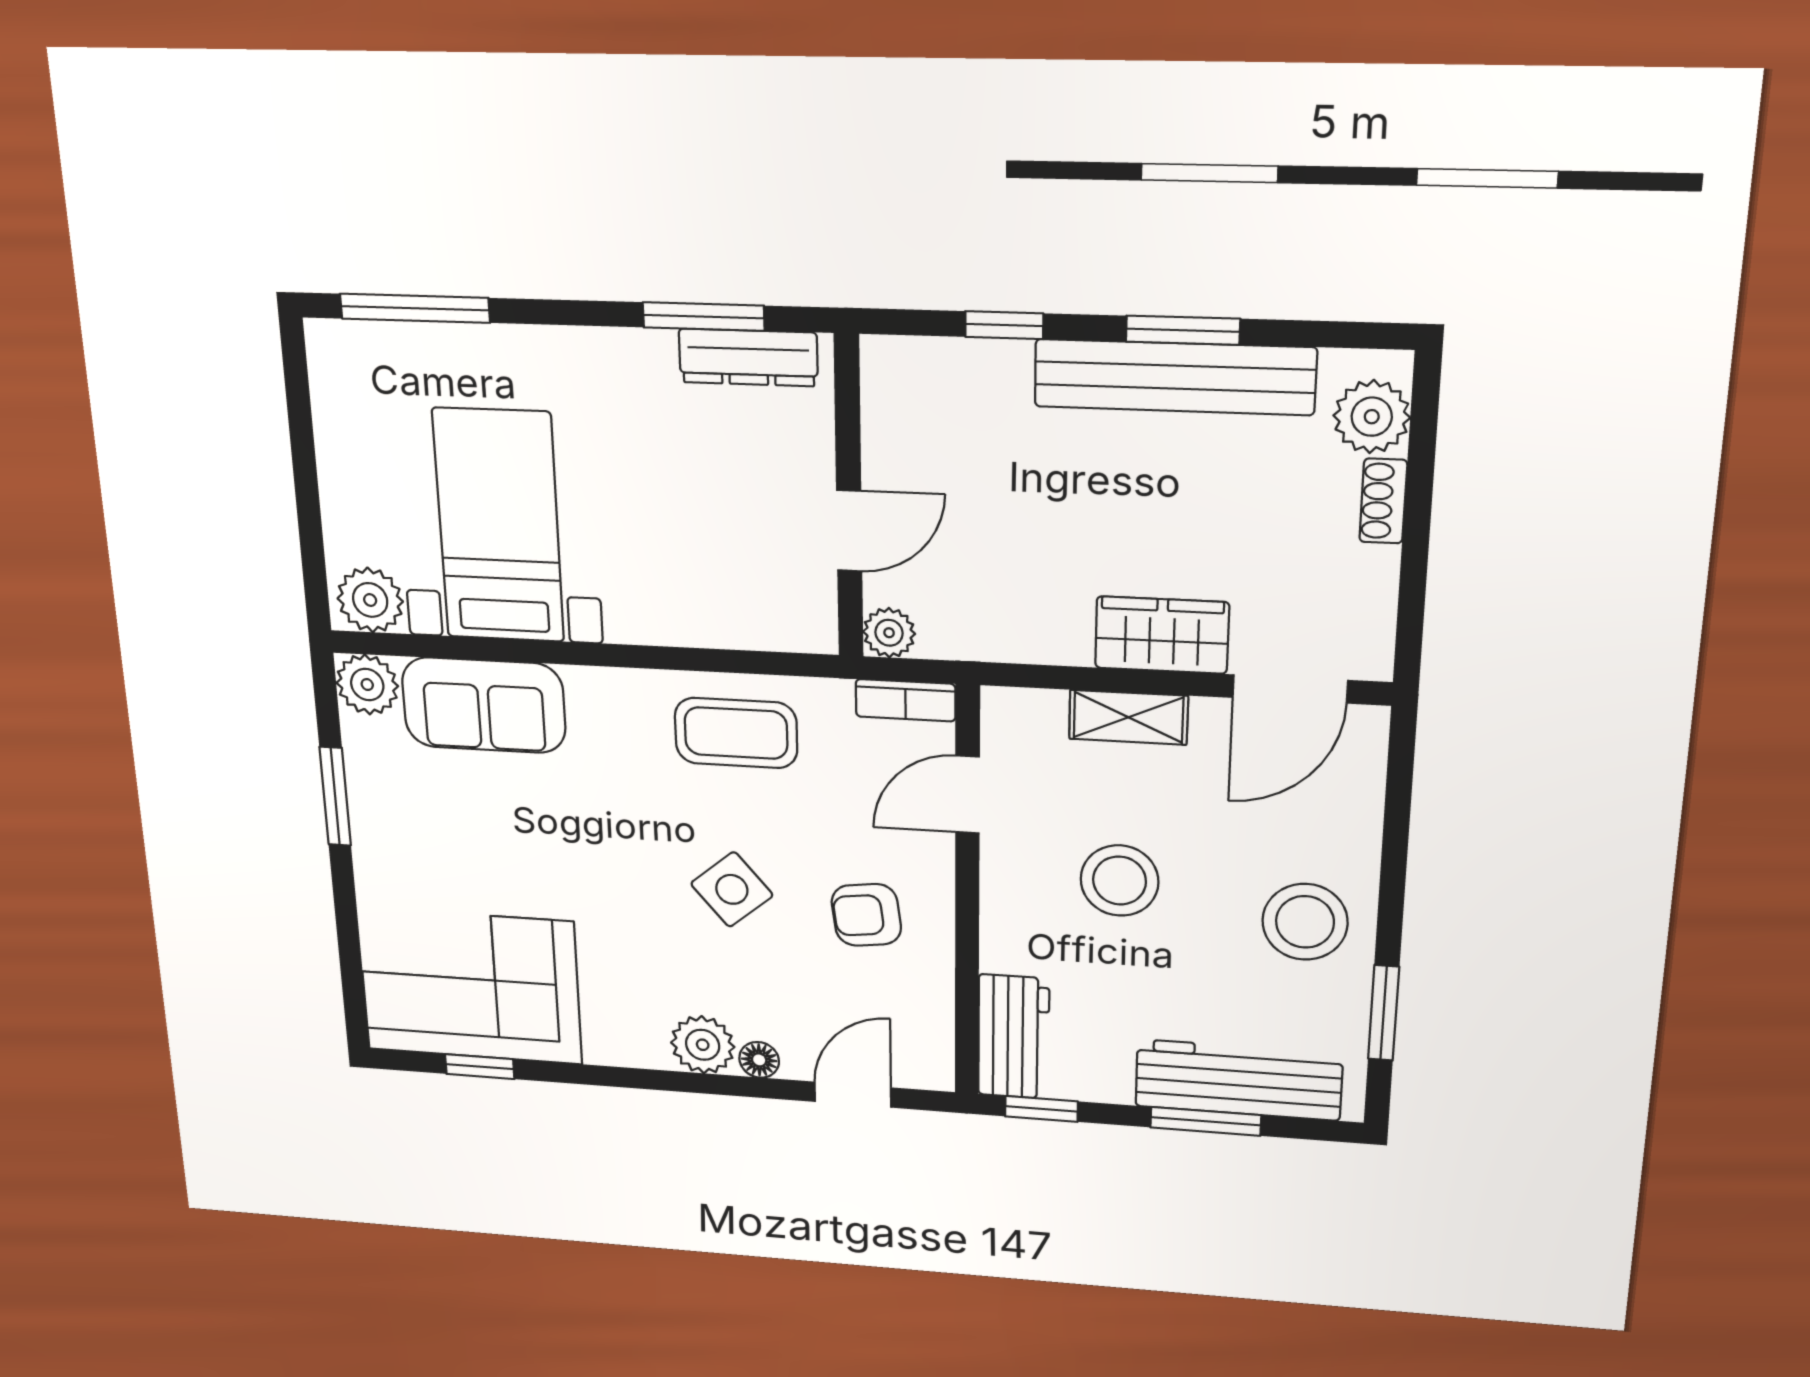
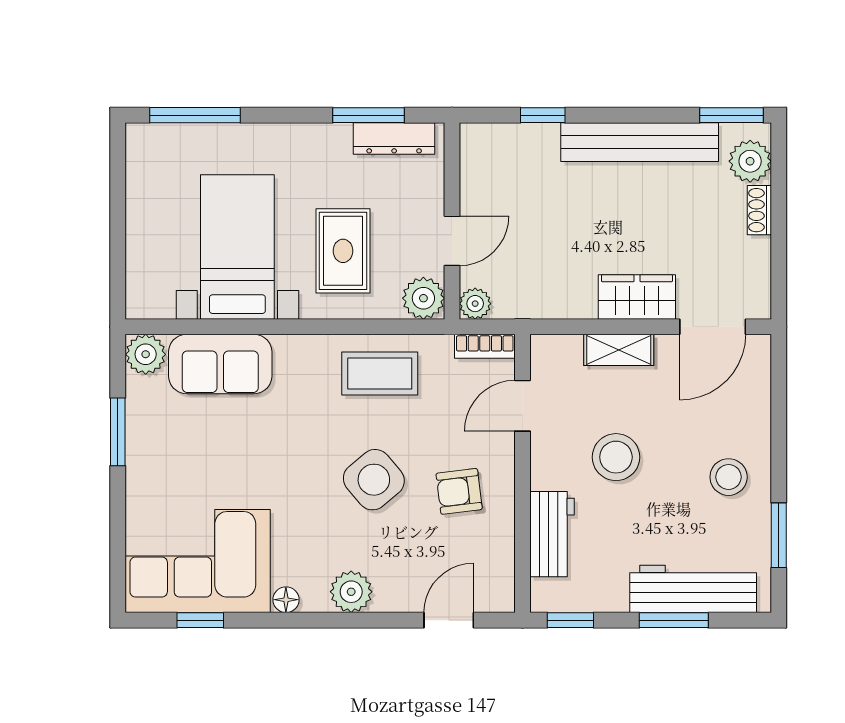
window: (1183, 330) -> (732, 115), moved
rug: (670, 539) -> (343, 251), added
plant: (370, 600) -> (423, 298), moved
side table: (732, 889) -> (374, 480), width x1.37, depth x1.37
stool: (1305, 922) -> (729, 477), width x0.73, depth x0.73
workbench: (1014, 1037) -> (552, 534), moved
floor lamp: (759, 1060) -> (286, 600), moved

